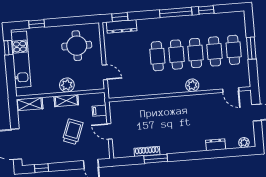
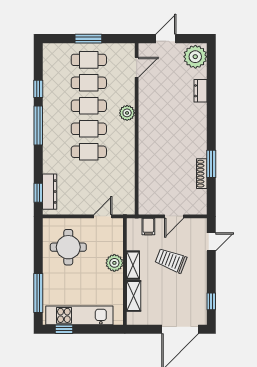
window: (37, 24) -> (38, 293), width x2.17
shelving: (30, 104) -> (134, 296), moved
plant: (244, 143) -> (195, 57), width x1.87, depth x1.87

